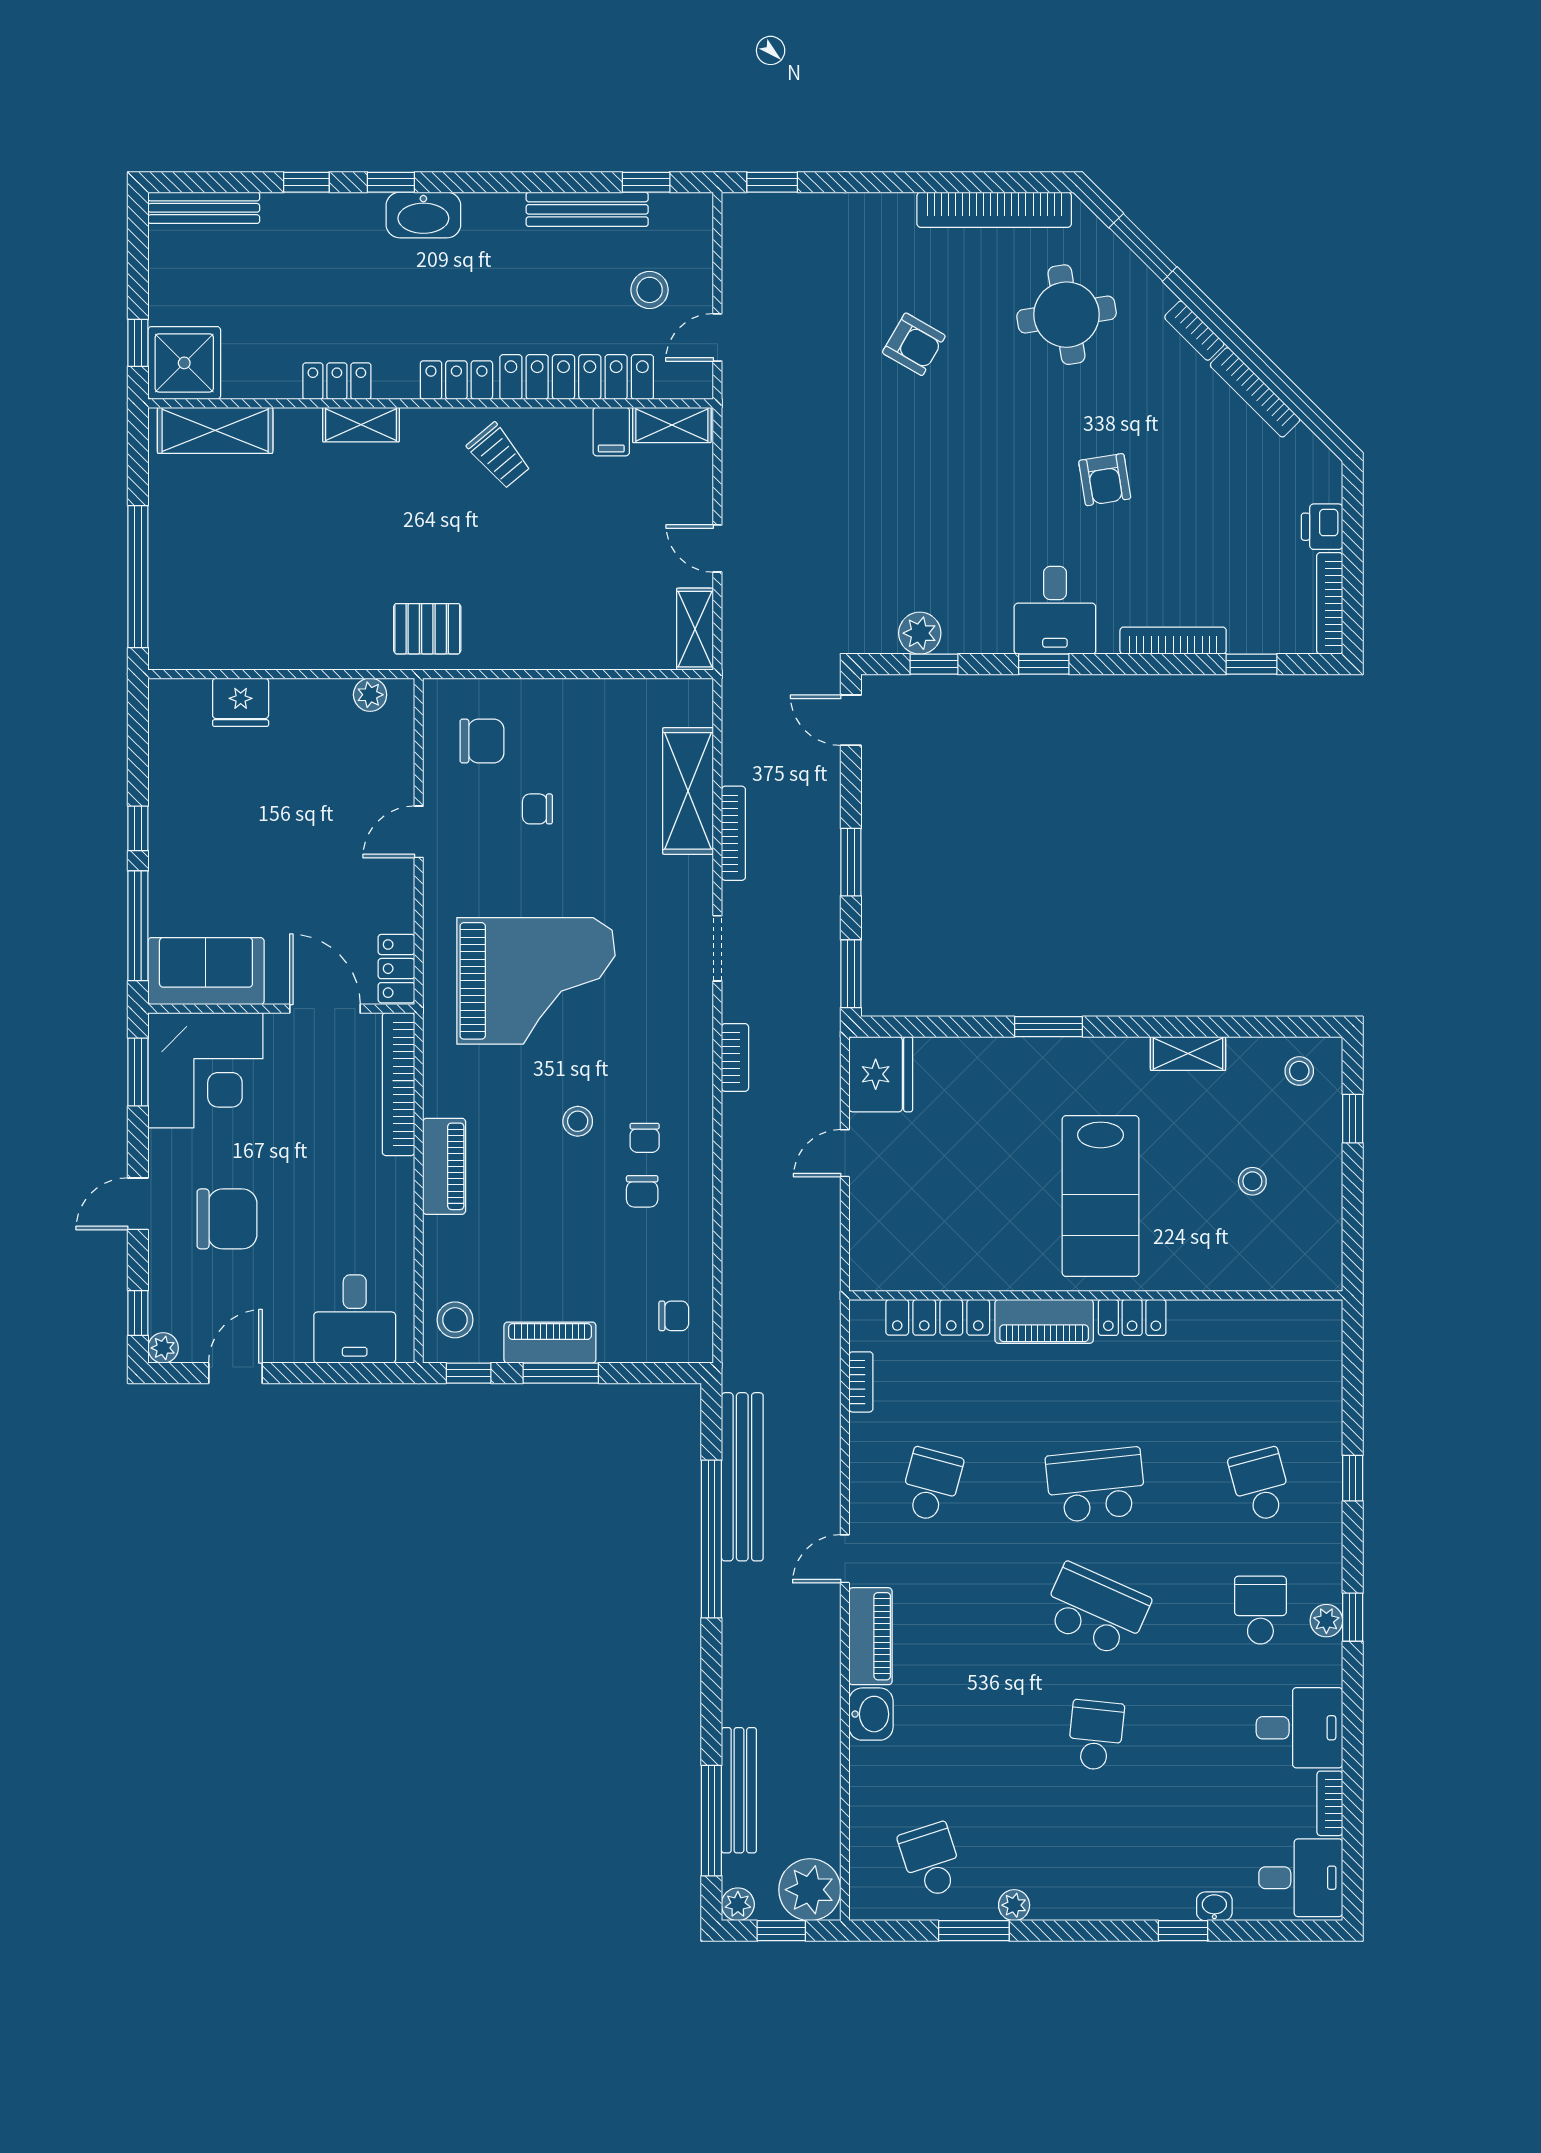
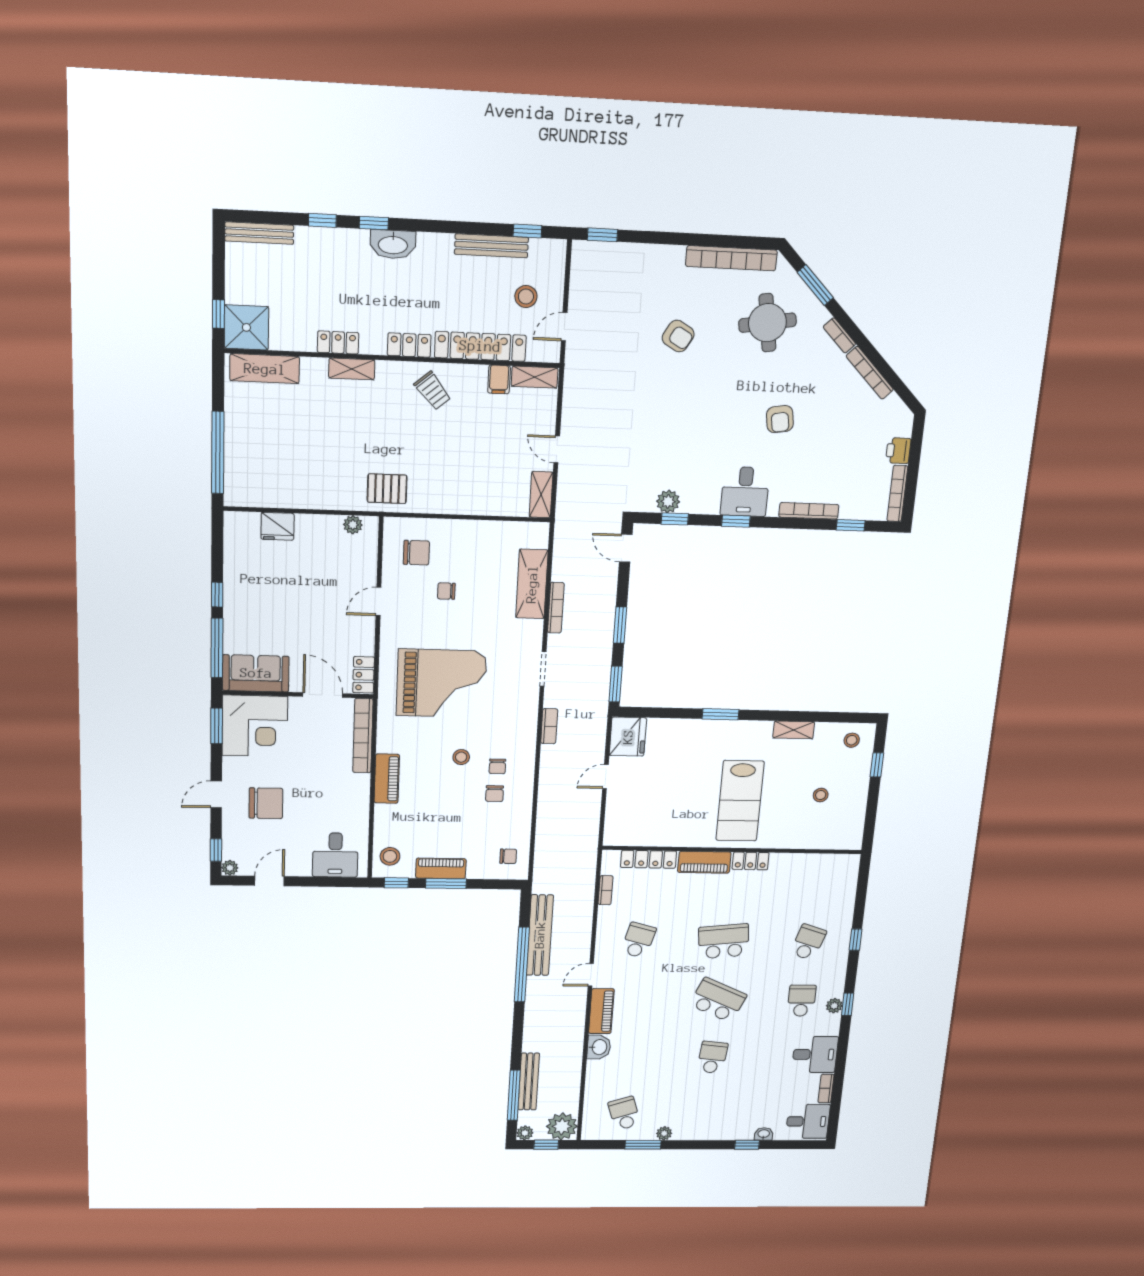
school desk: (1260, 1485) -> (808, 942), turned 33

